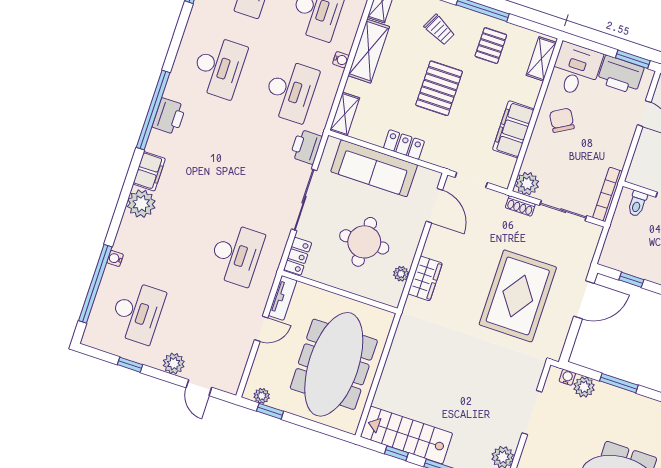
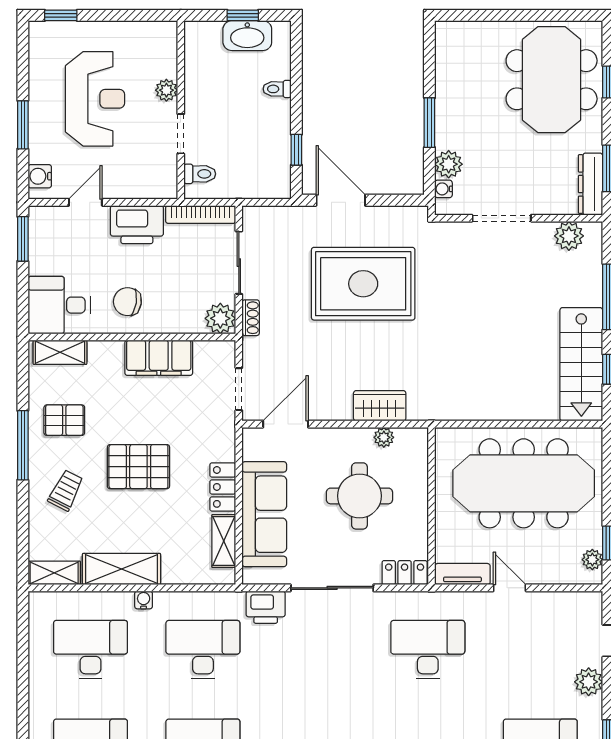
printer: (620, 75) -> (137, 225), moved, turned 90
shelving: (345, 114) -> (224, 541), moved, turned 90
chair: (562, 120) -> (127, 302), turned 39

